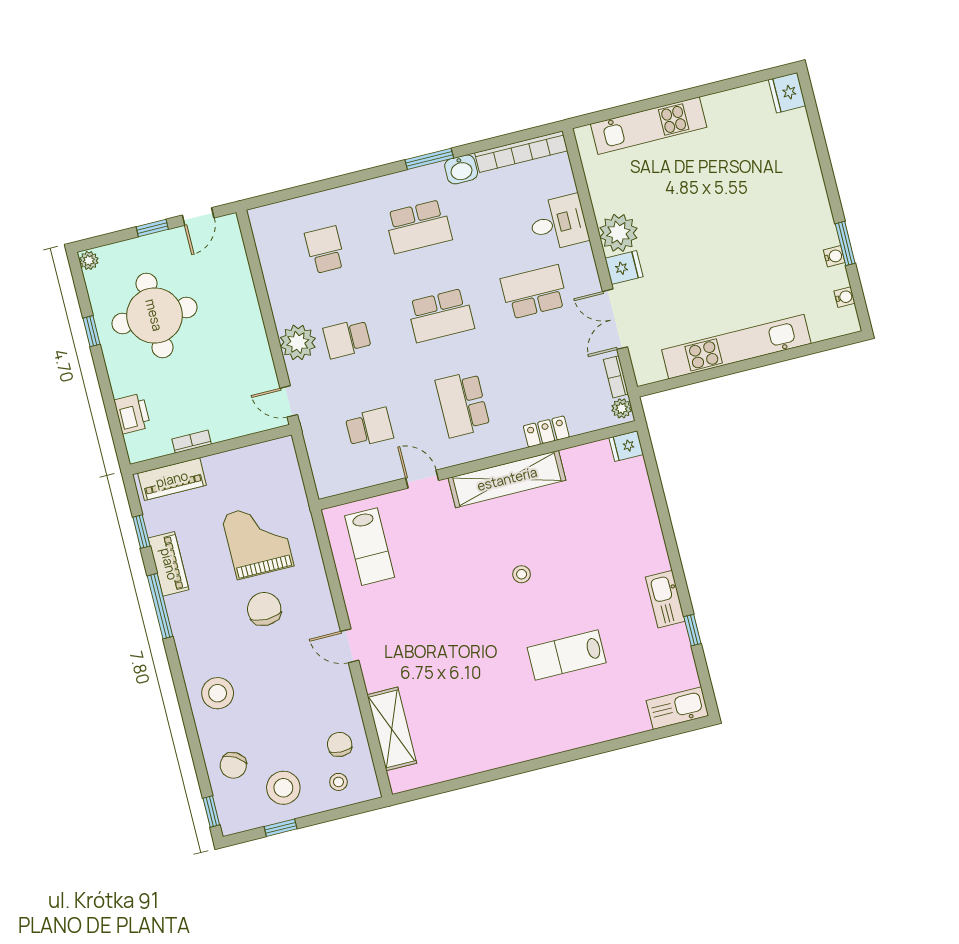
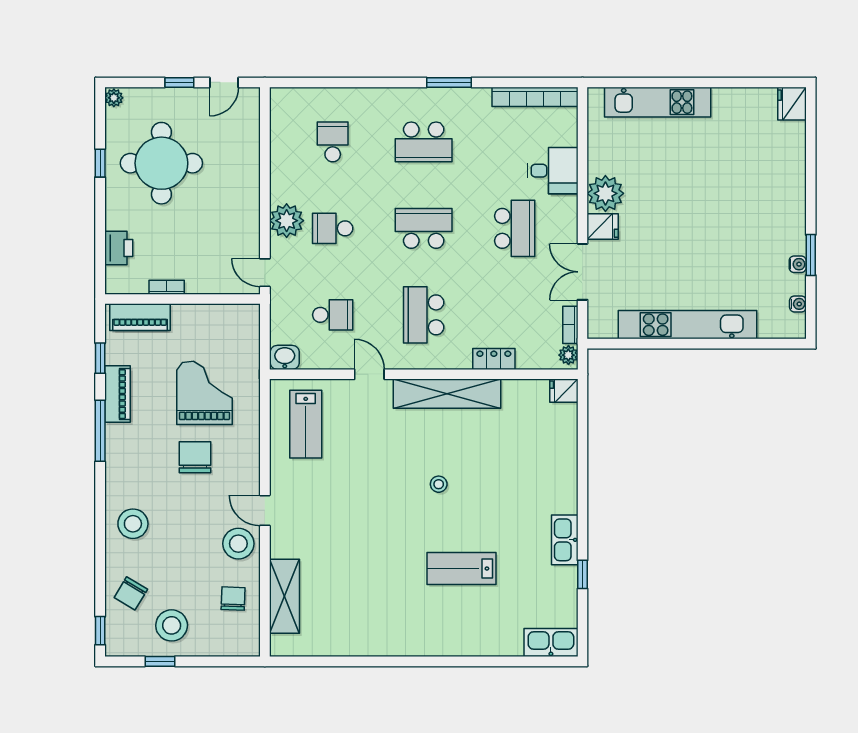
washbasin: (461, 169) -> (285, 357), moved, turned 180
school desk: (534, 292) -> (515, 228), turned 90
school desk: (441, 315) -> (424, 228), turned 180
stool: (338, 782) -> (238, 544), moved, width x1.89, depth x1.89

